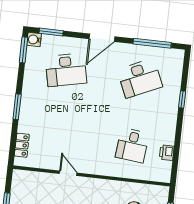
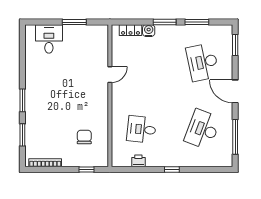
water cooler: (34, 40) -> (149, 31), moved
window: (23, 50) -> (197, 22), moved
desk: (140, 78) -> (203, 129), turned 45
window: (182, 99) -> (172, 169), moved

